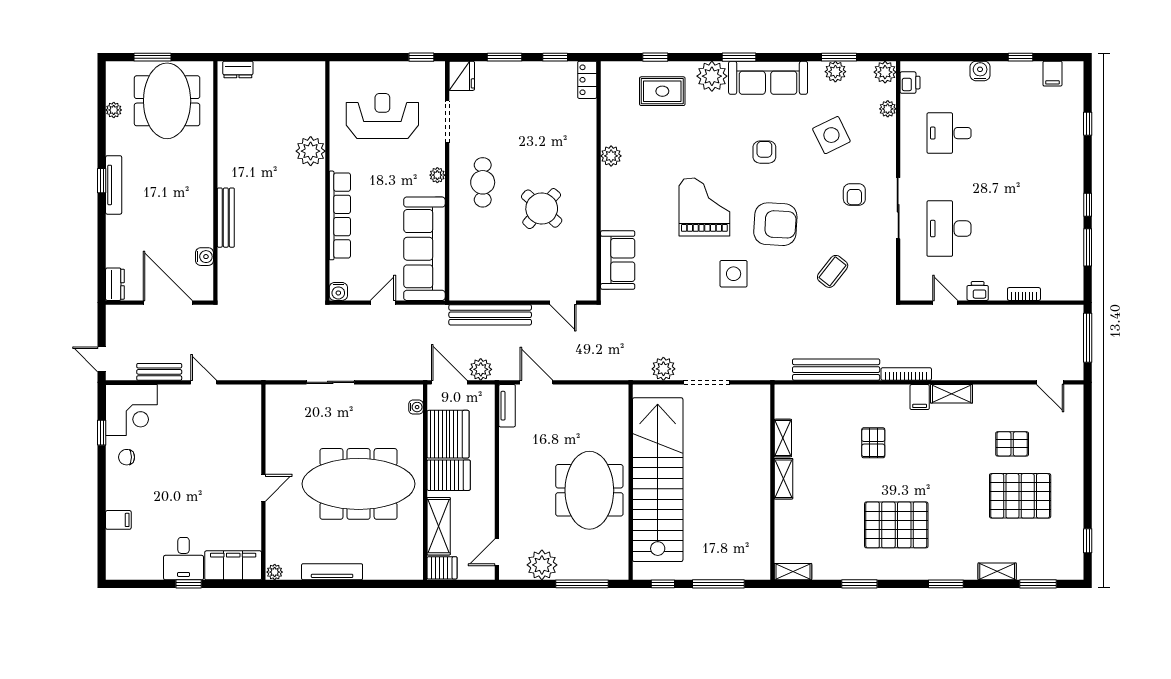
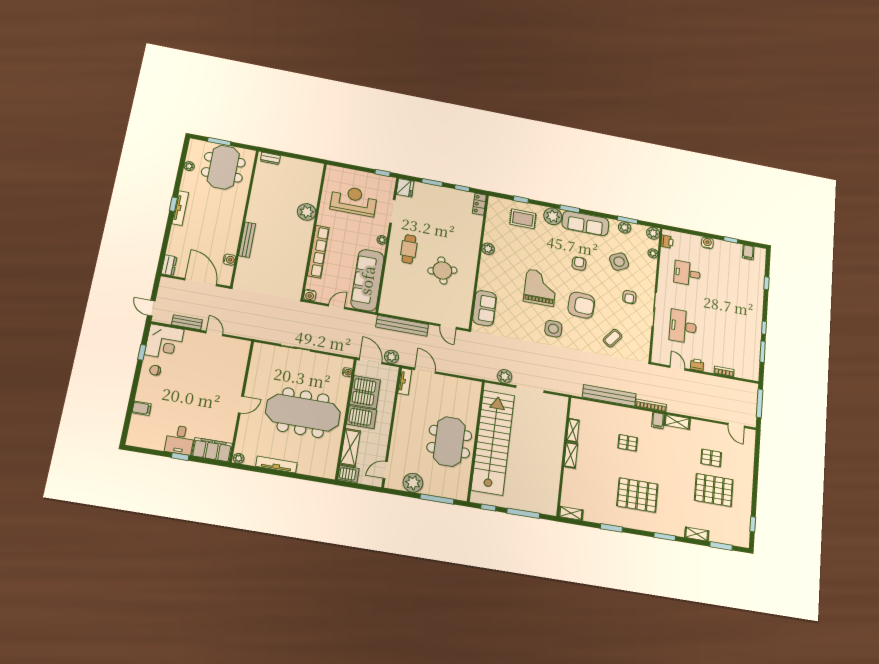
round table: (542, 209) -> (442, 270), turned 35
pallet: (873, 443) -> (628, 443), turned 90

